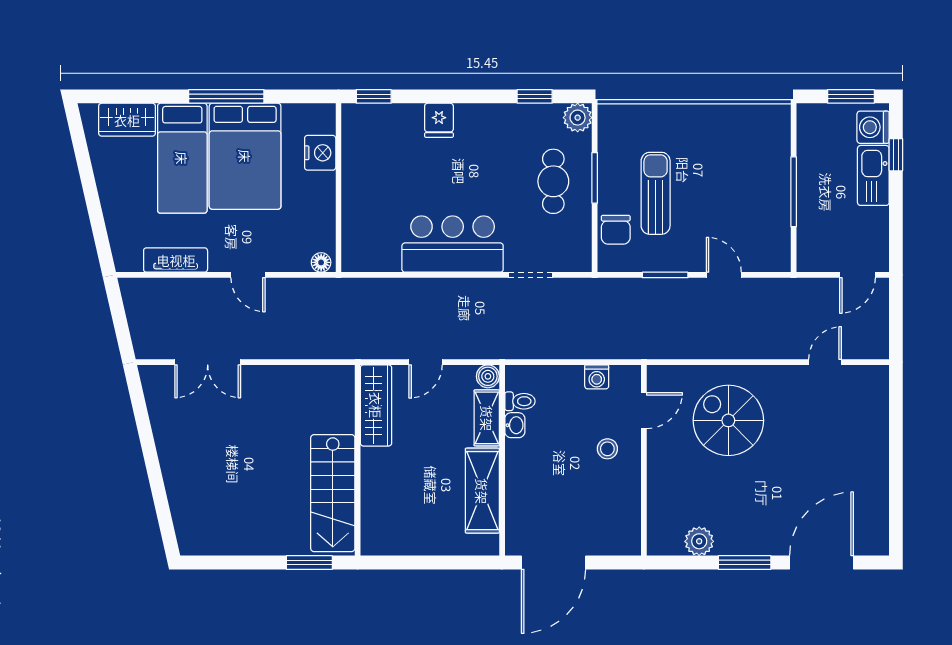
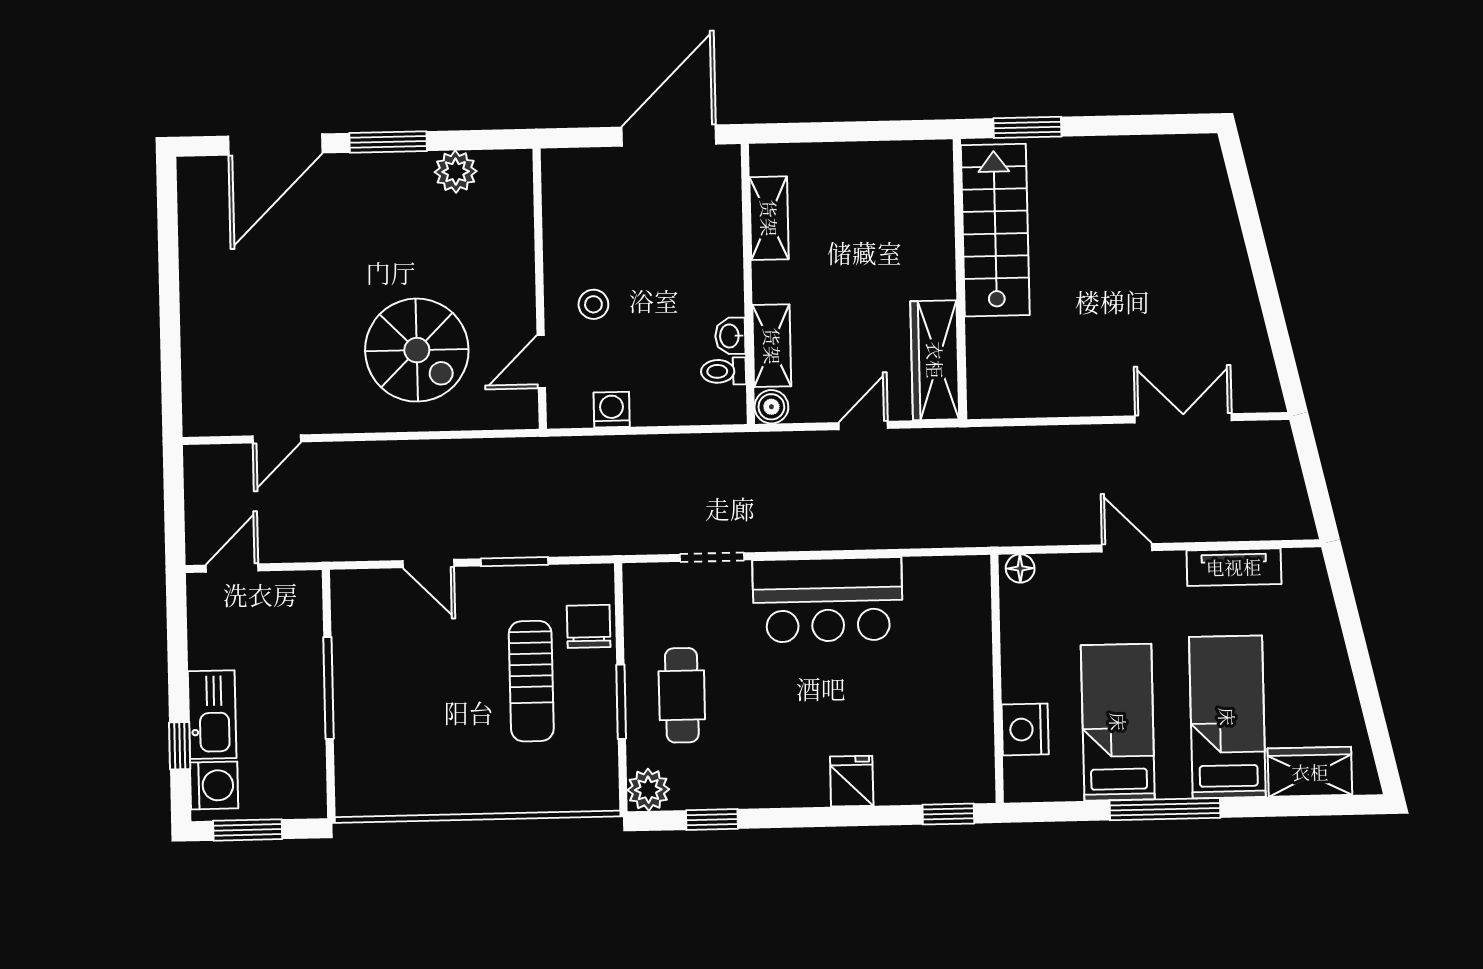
bed: (245, 156) -> (1118, 722), width x0.67
shelving: (482, 491) -> (769, 218), width x0.67, depth x0.75

